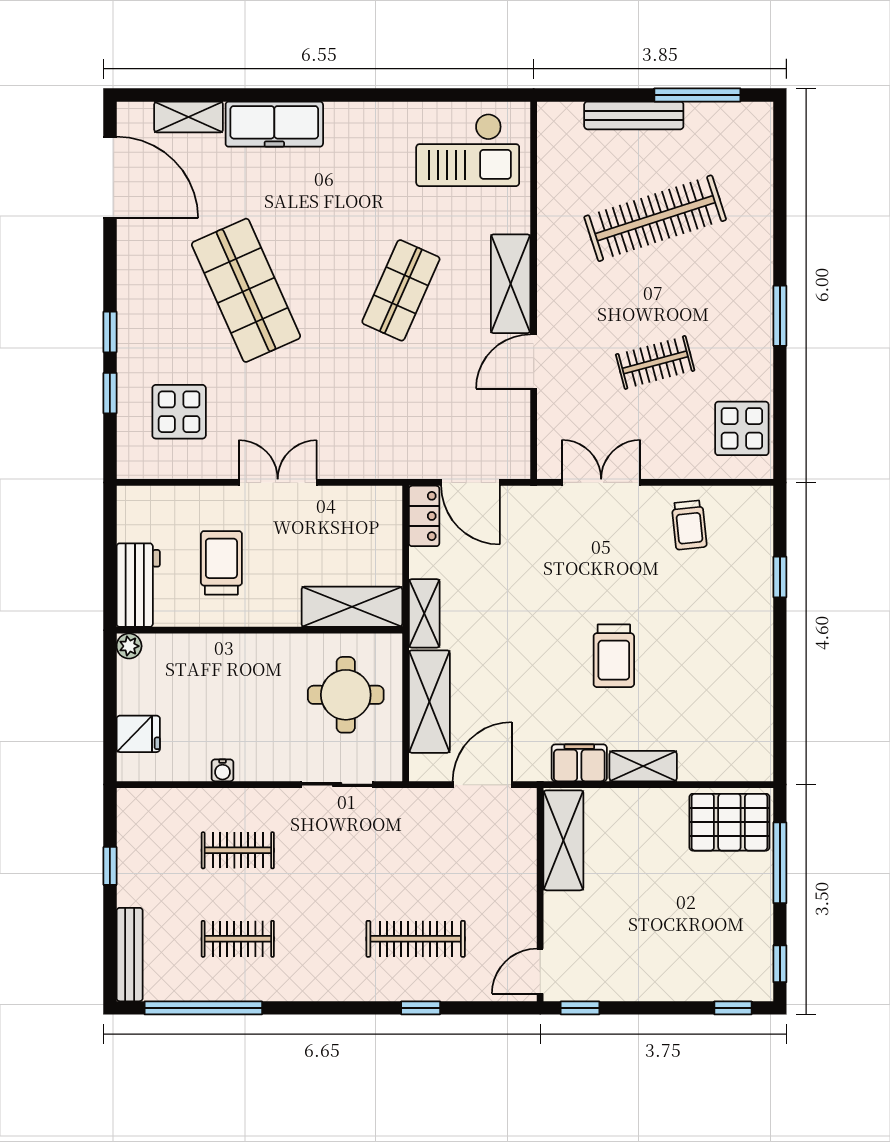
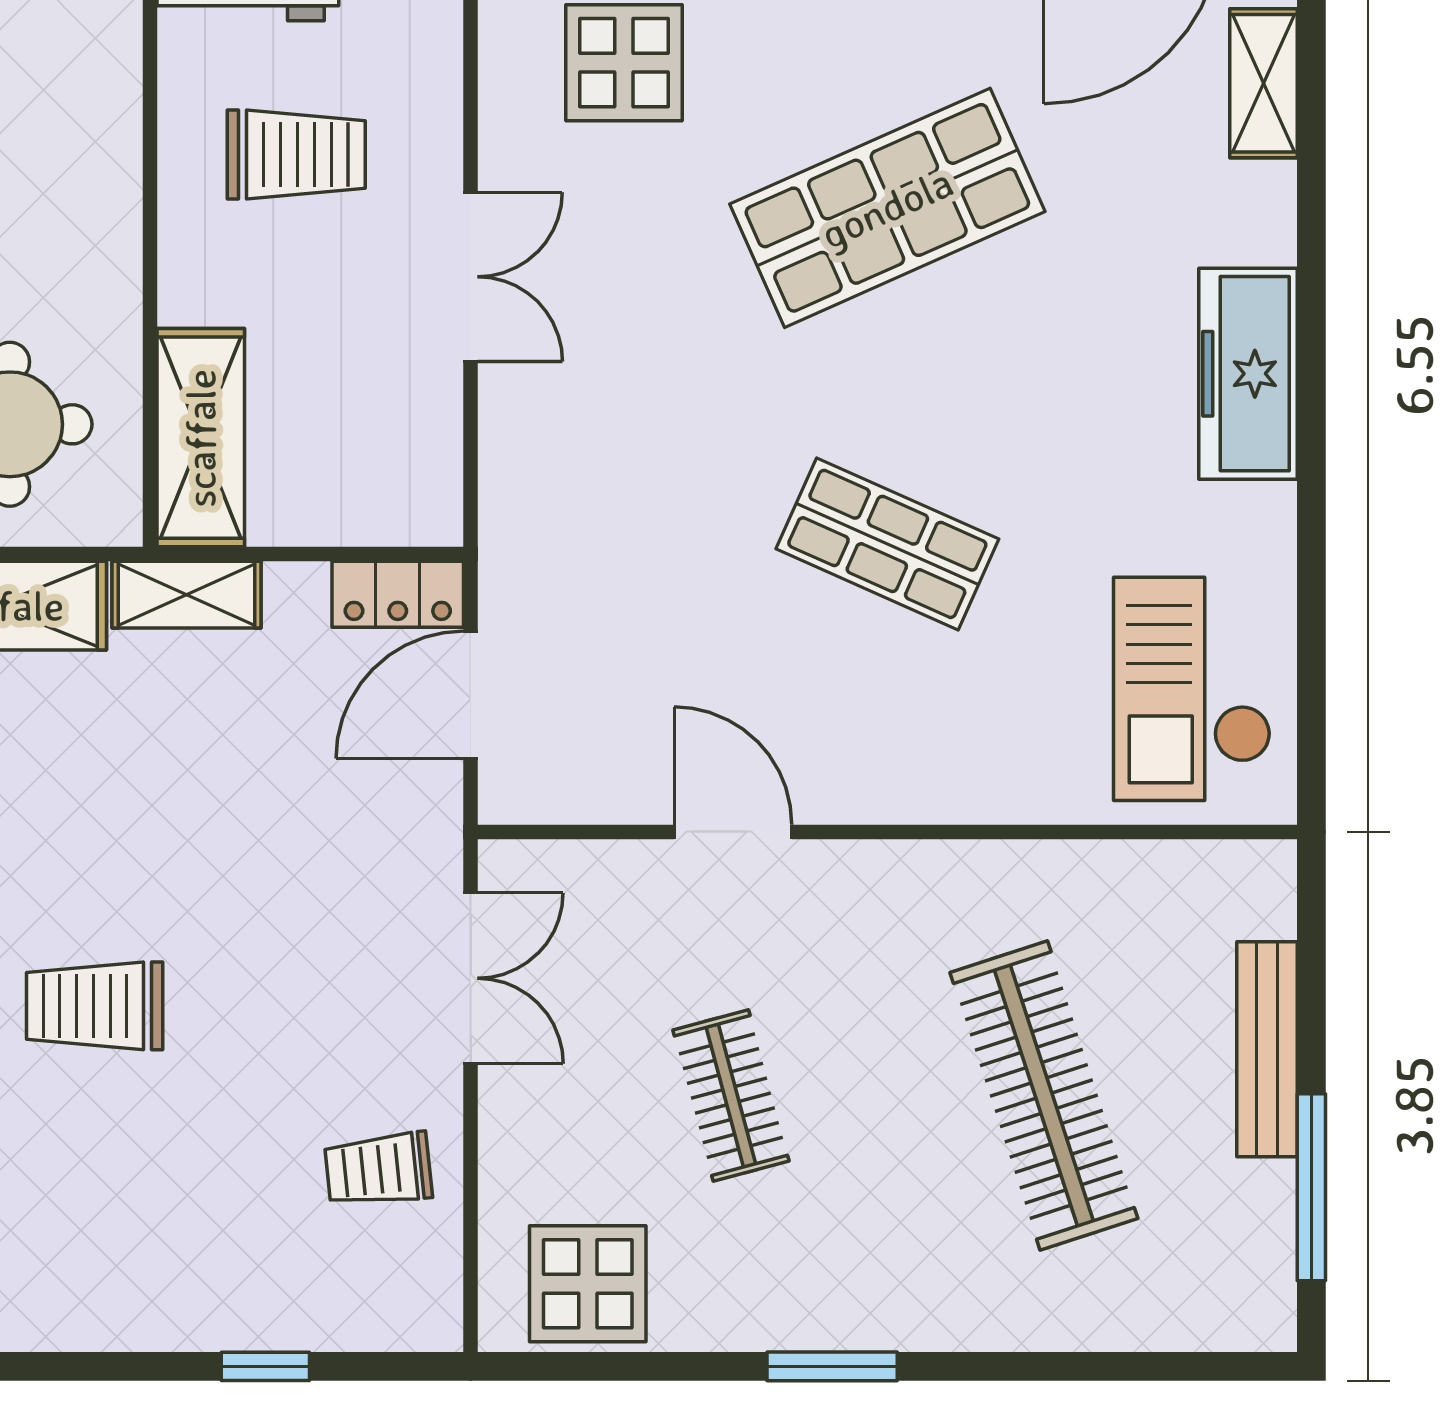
freezer: (274, 124) -> (1248, 374), moved
shelving: (511, 284) -> (902, 782), removed

